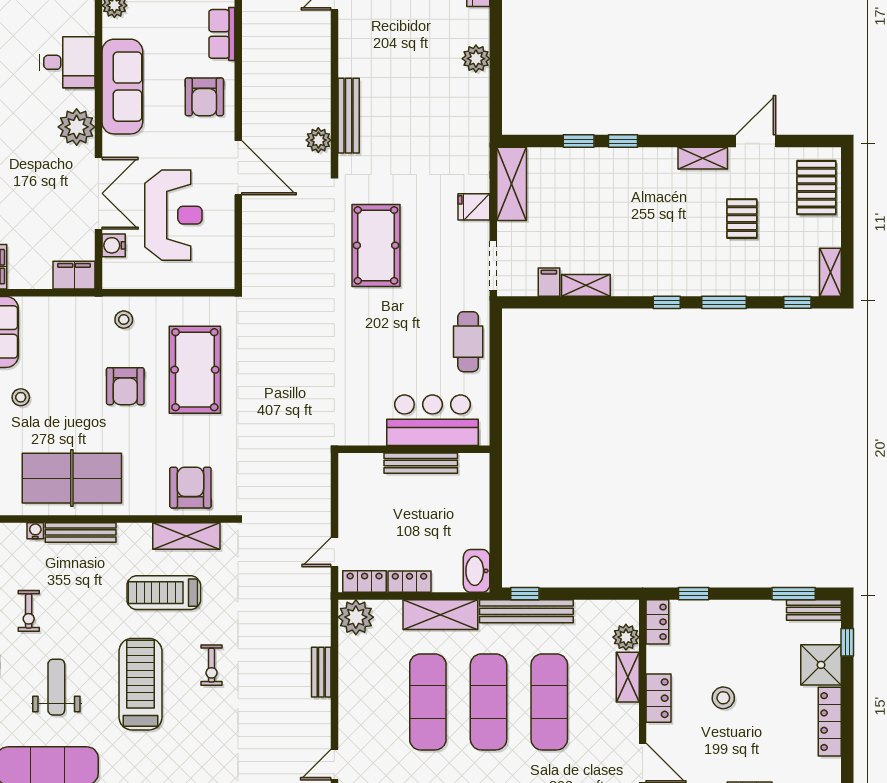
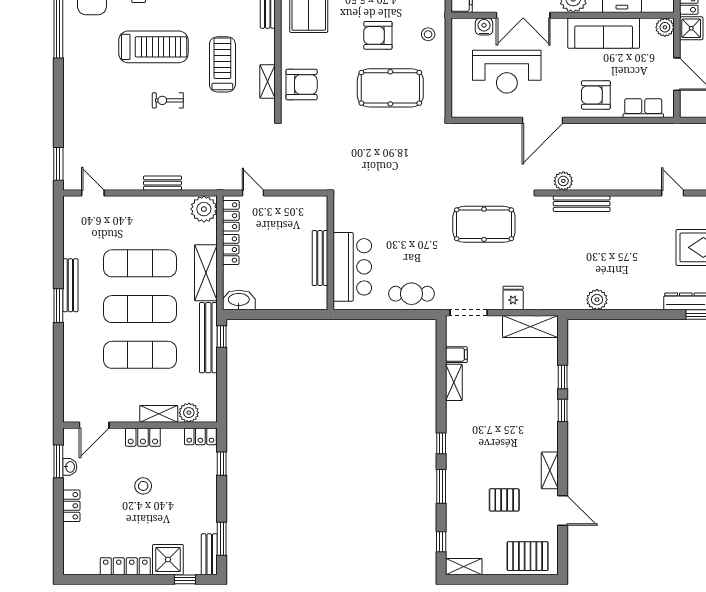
plant: (476, 59) -> (597, 300), moved
shelving: (186, 536) -> (268, 81), width x0.67, depth x0.75

